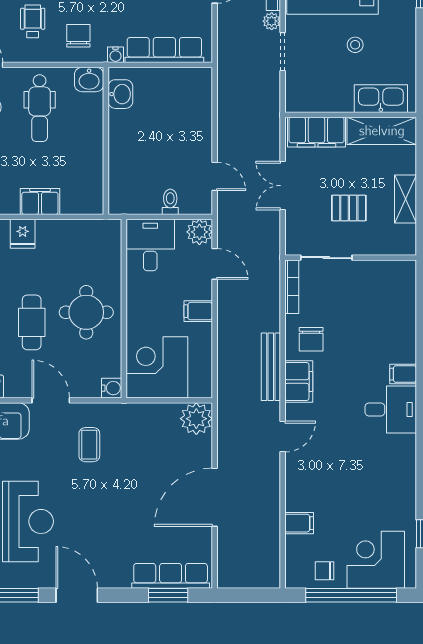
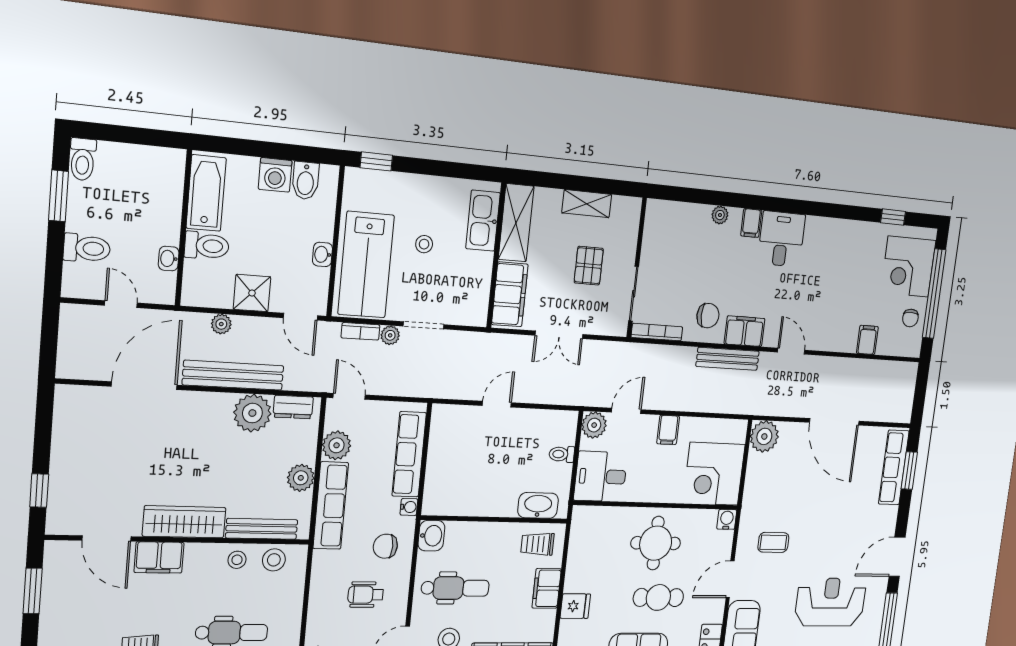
washbasin: (120, 94) -> (538, 505), moved, width x1.38
door: (215, 176) -> (497, 404), moved
trolley: (83, 187) -> (537, 544), added
plant: (408, 339) -> (720, 215), added

